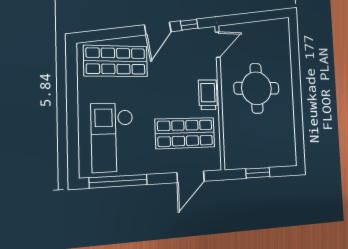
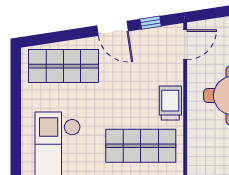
door: (158, 28) -> (113, 28), hinge flipped

